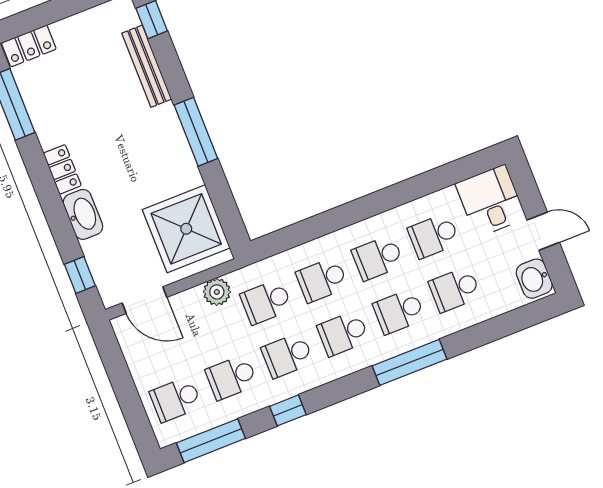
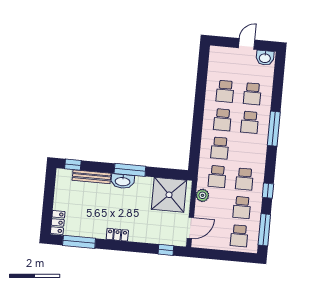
desk: (491, 201) -> (223, 60), removed
washbasin: (83, 214) -> (123, 181), moved, turned 180
school desk: (343, 333) -> (247, 151), removed

